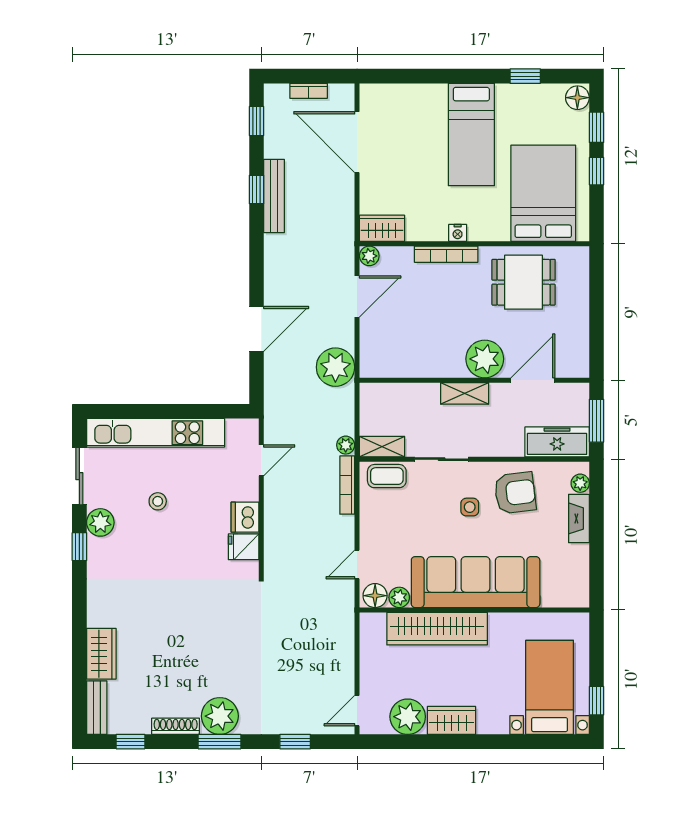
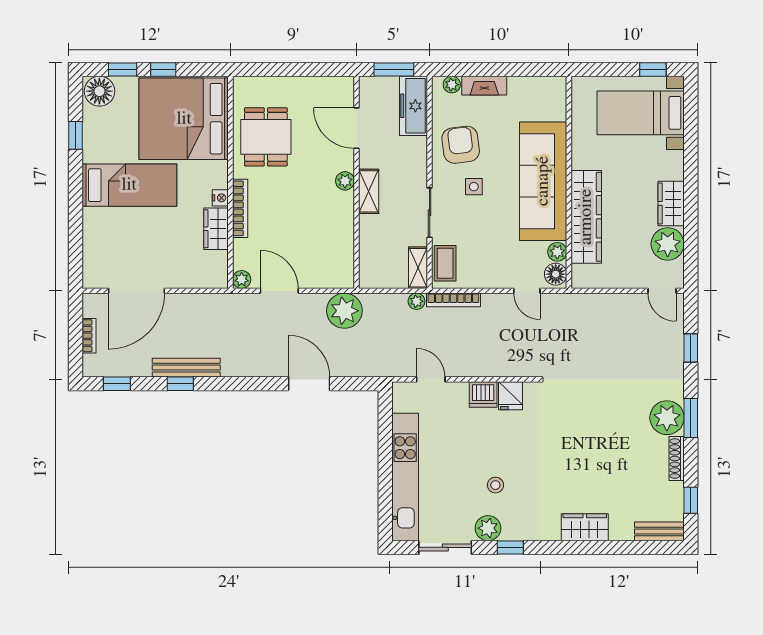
floor lamp: (577, 98) -> (99, 91), width x1.38, depth x1.38
bed: (543, 193) -> (184, 119), width x1.36
wardrobe: (382, 228) -> (216, 229), moved
plant: (485, 359) -> (345, 181), width x0.53, depth x0.53
stool: (158, 501) -> (495, 485), moved
wardrobe: (101, 654) -> (585, 527), moved

